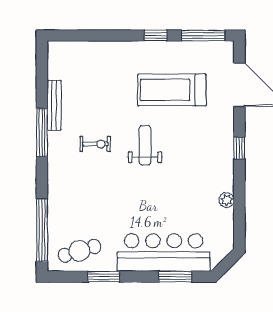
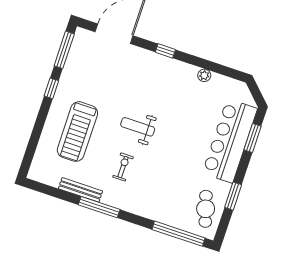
treadmill: (172, 90) -> (77, 132), moved

